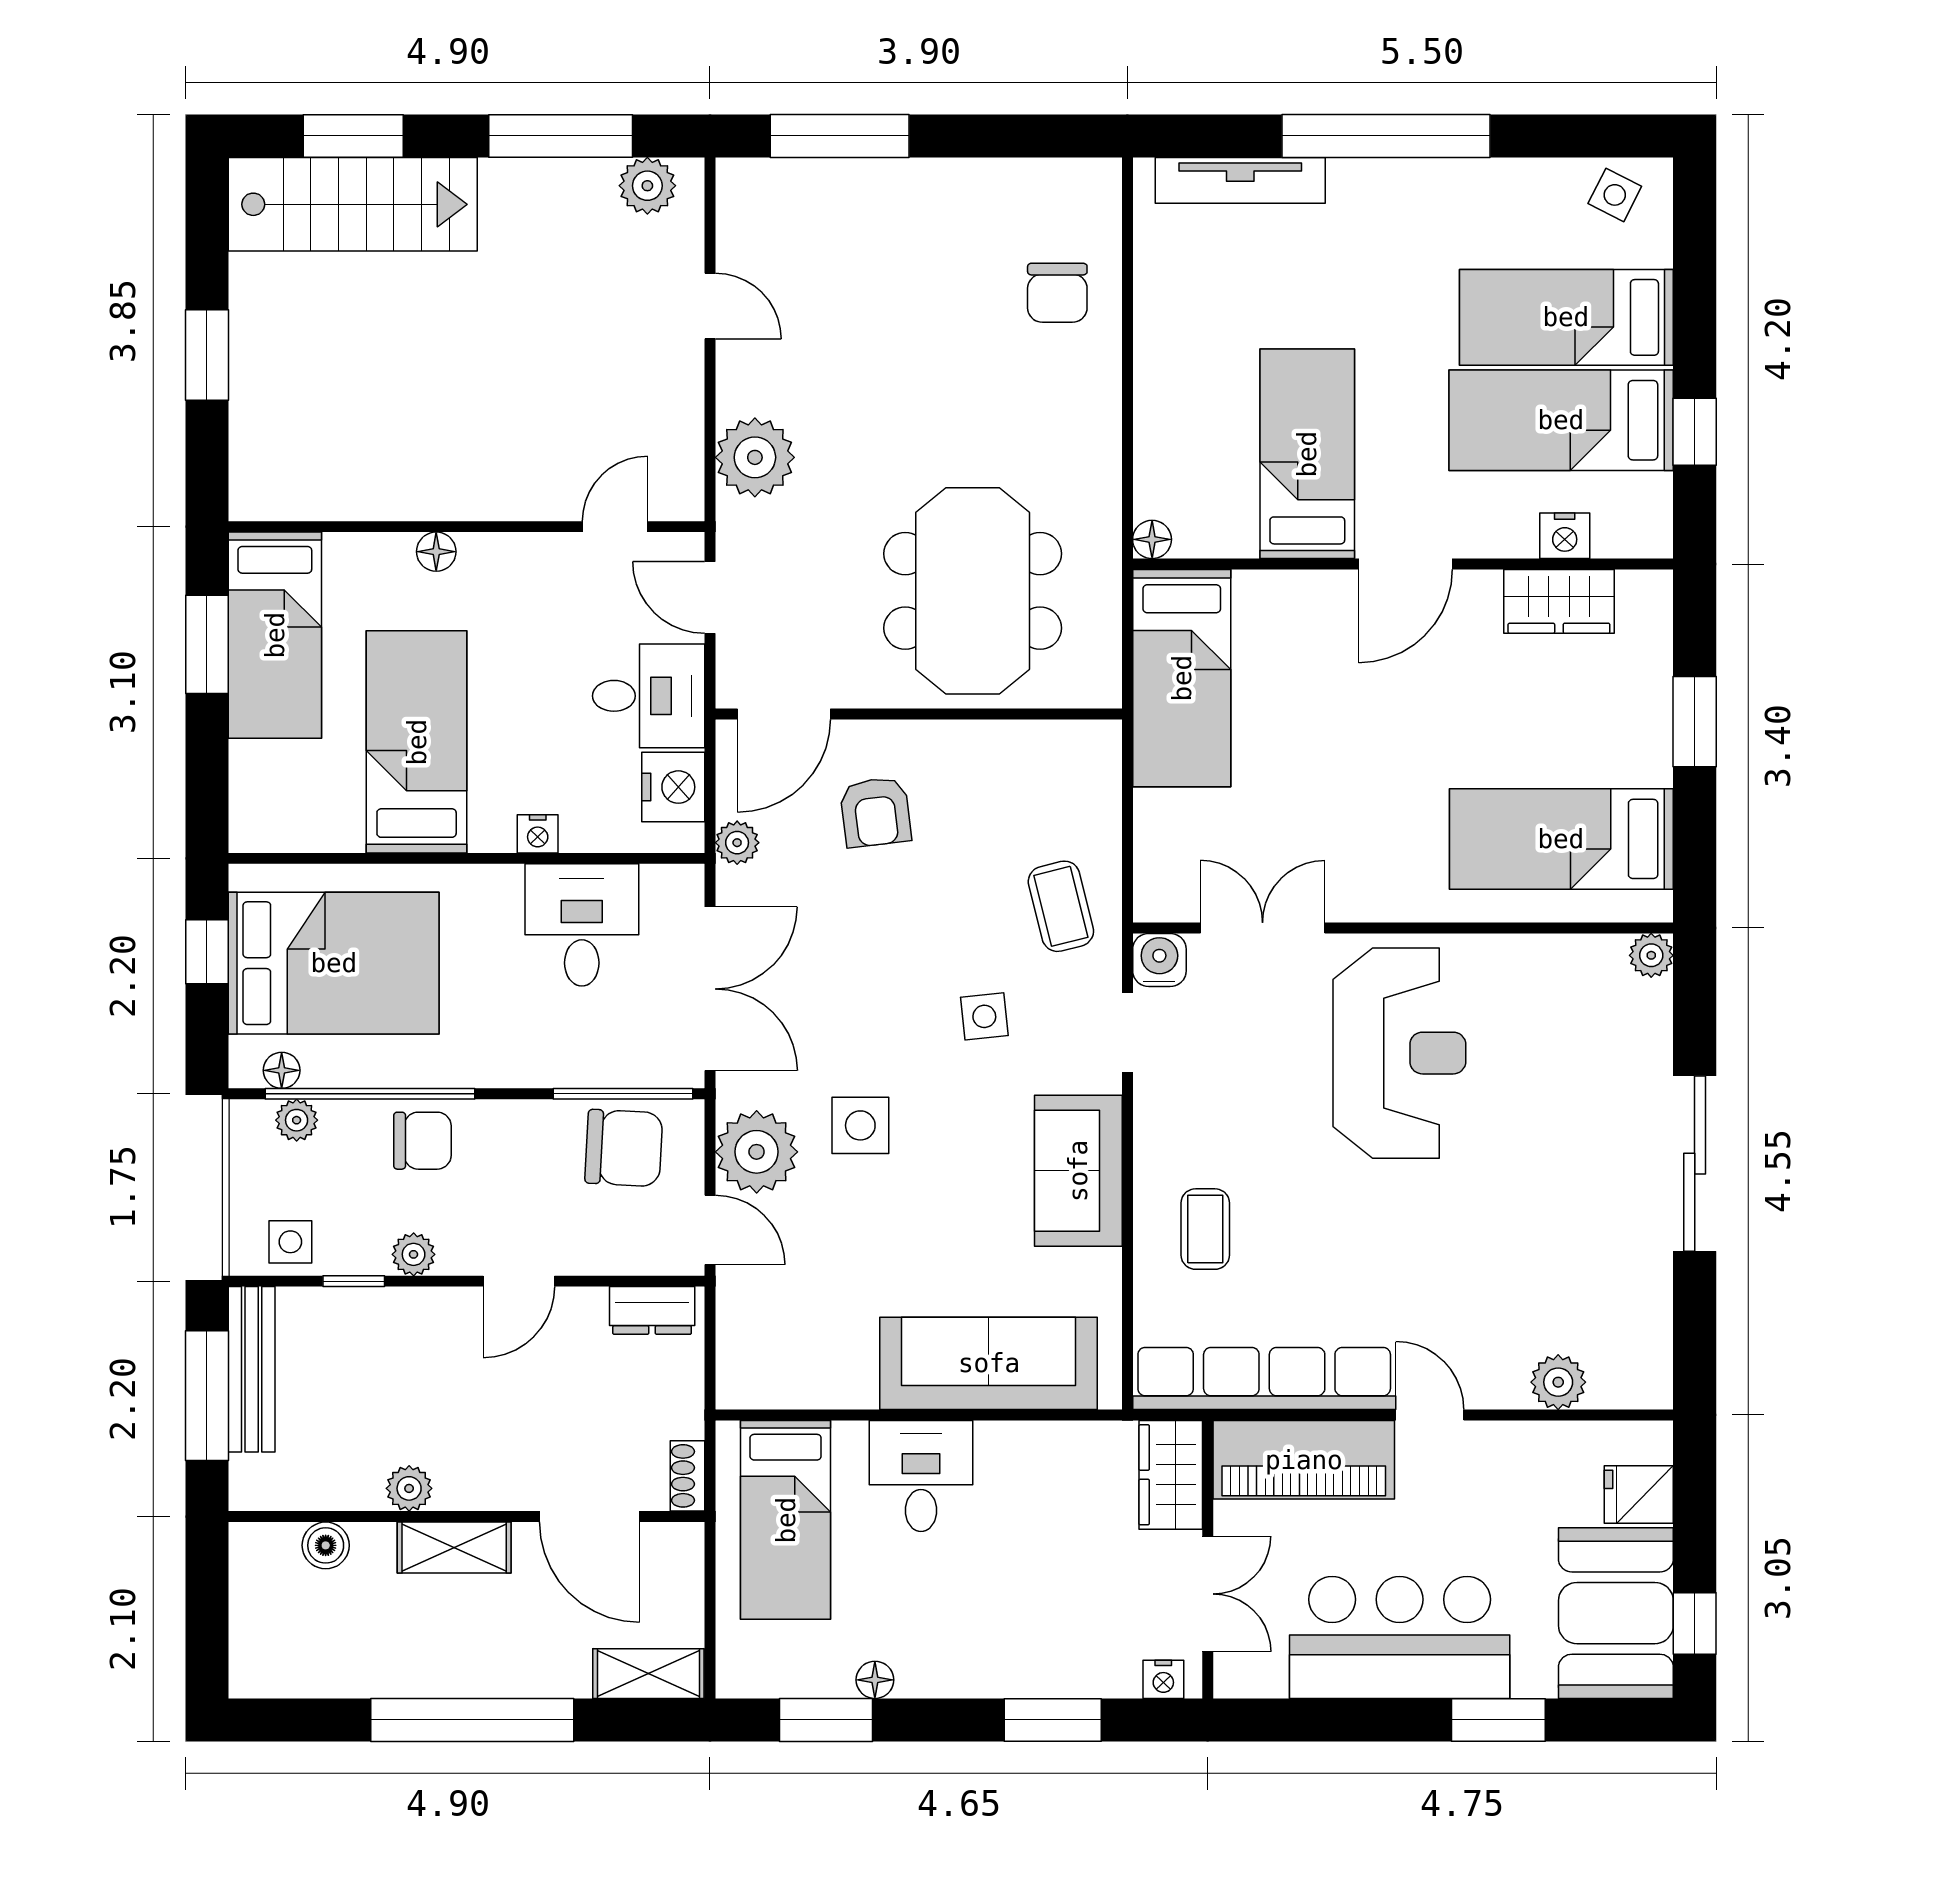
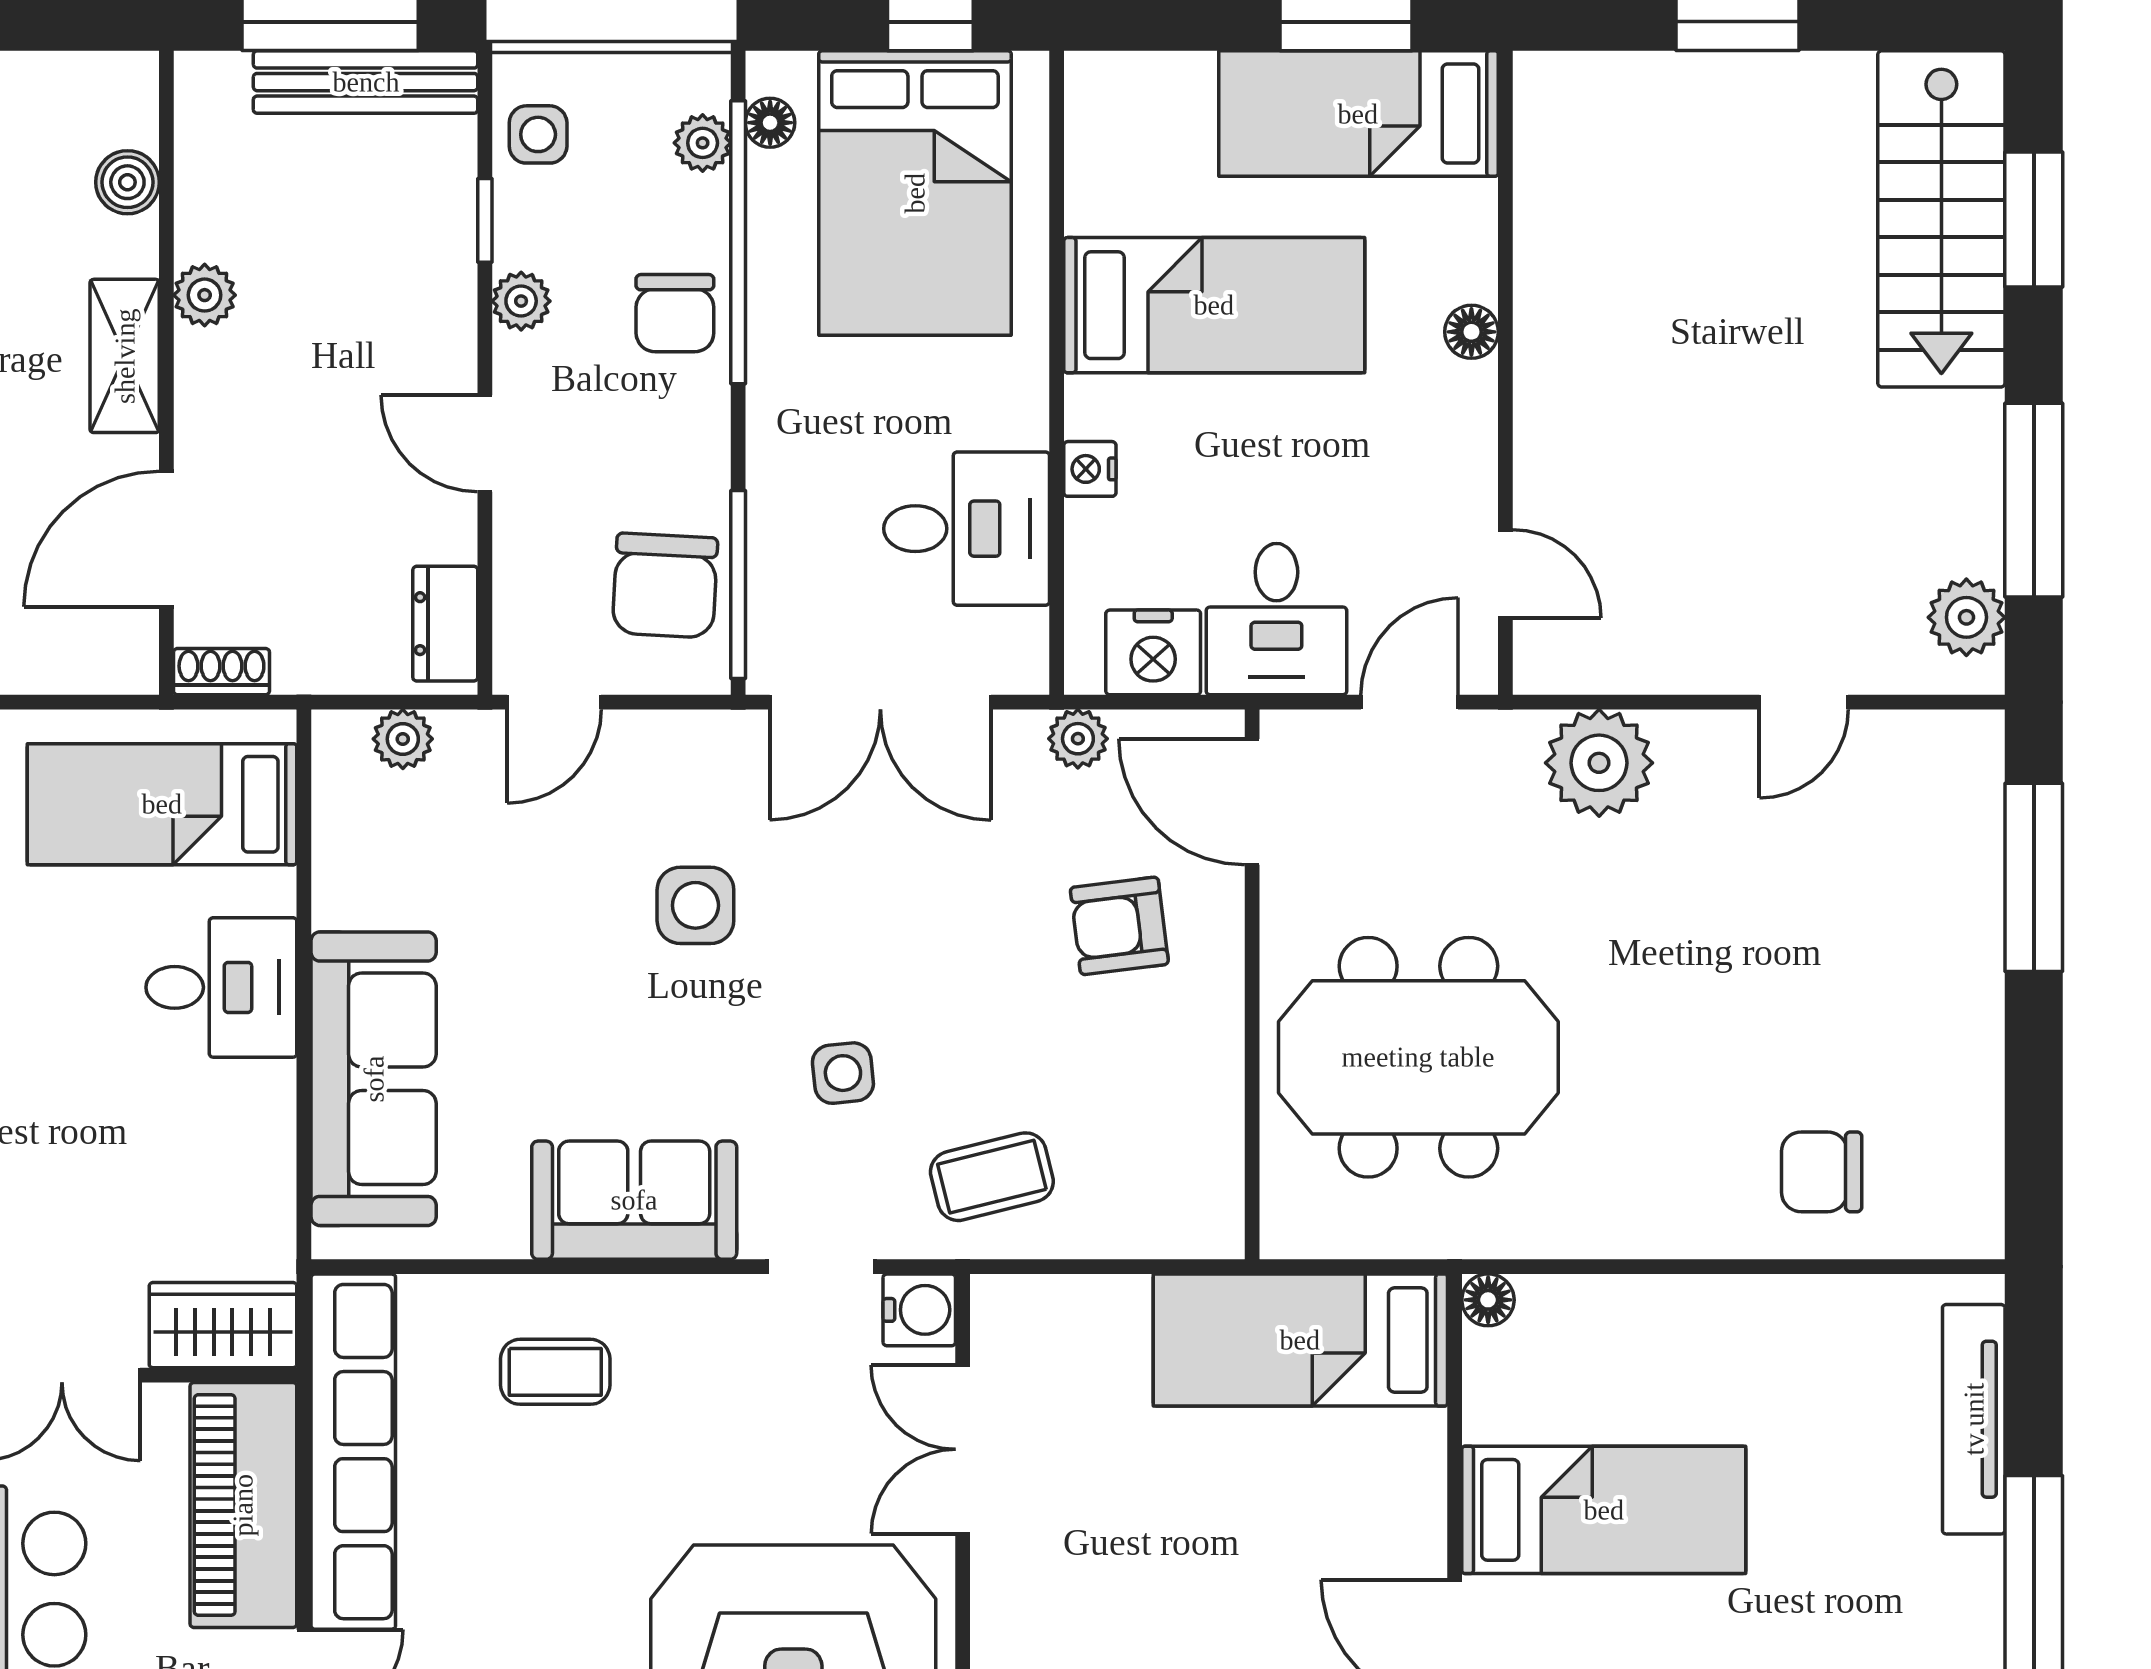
double door: (1263, 928) -> (963, 1449), swing flipped
plant: (757, 1152) -> (403, 739), moved, width x0.53, depth x0.53

